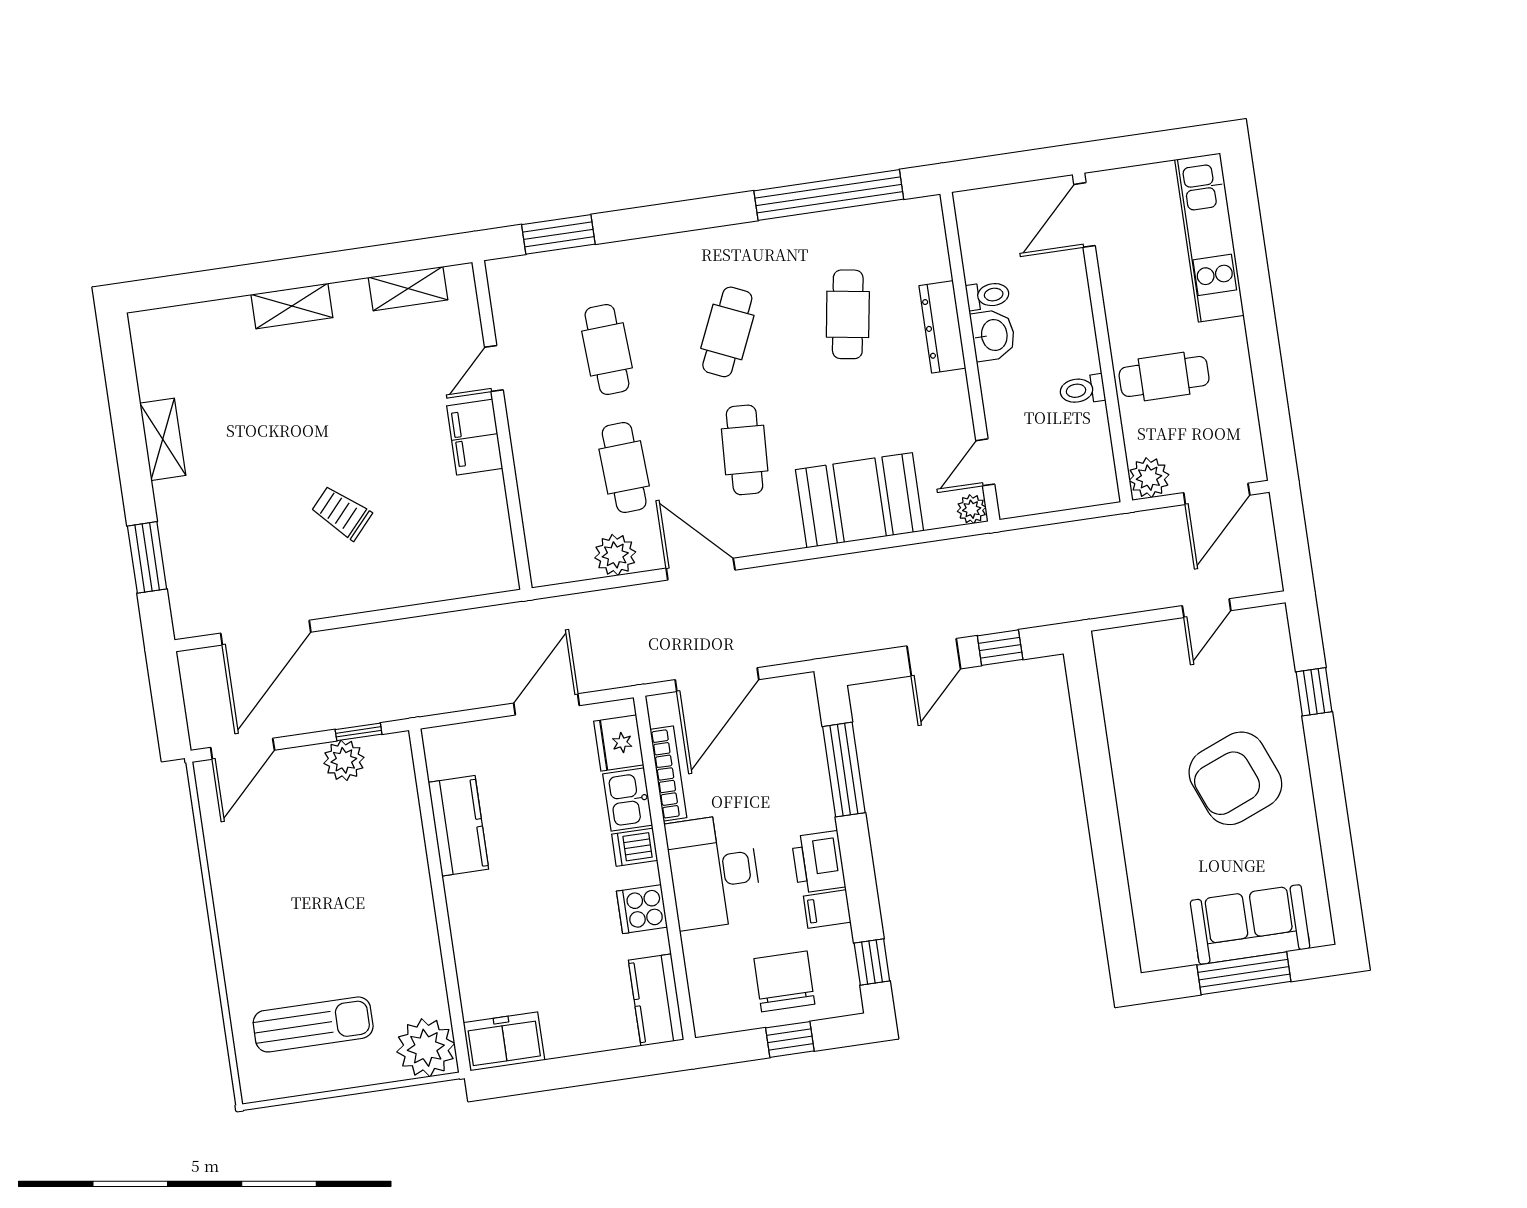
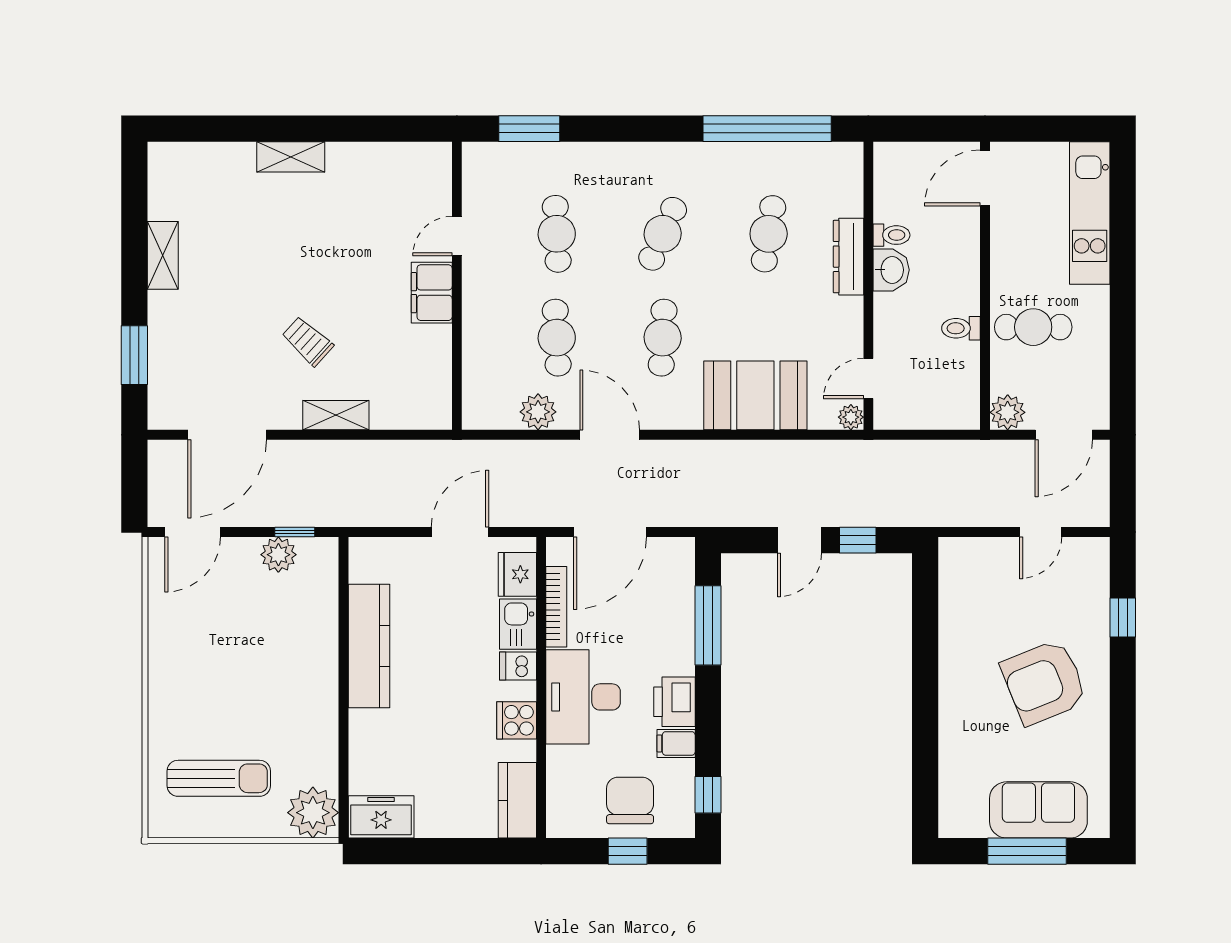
shelving: (408, 289) -> (336, 415), moved
kitchen counter: (458, 826) -> (369, 646), width x1.50

